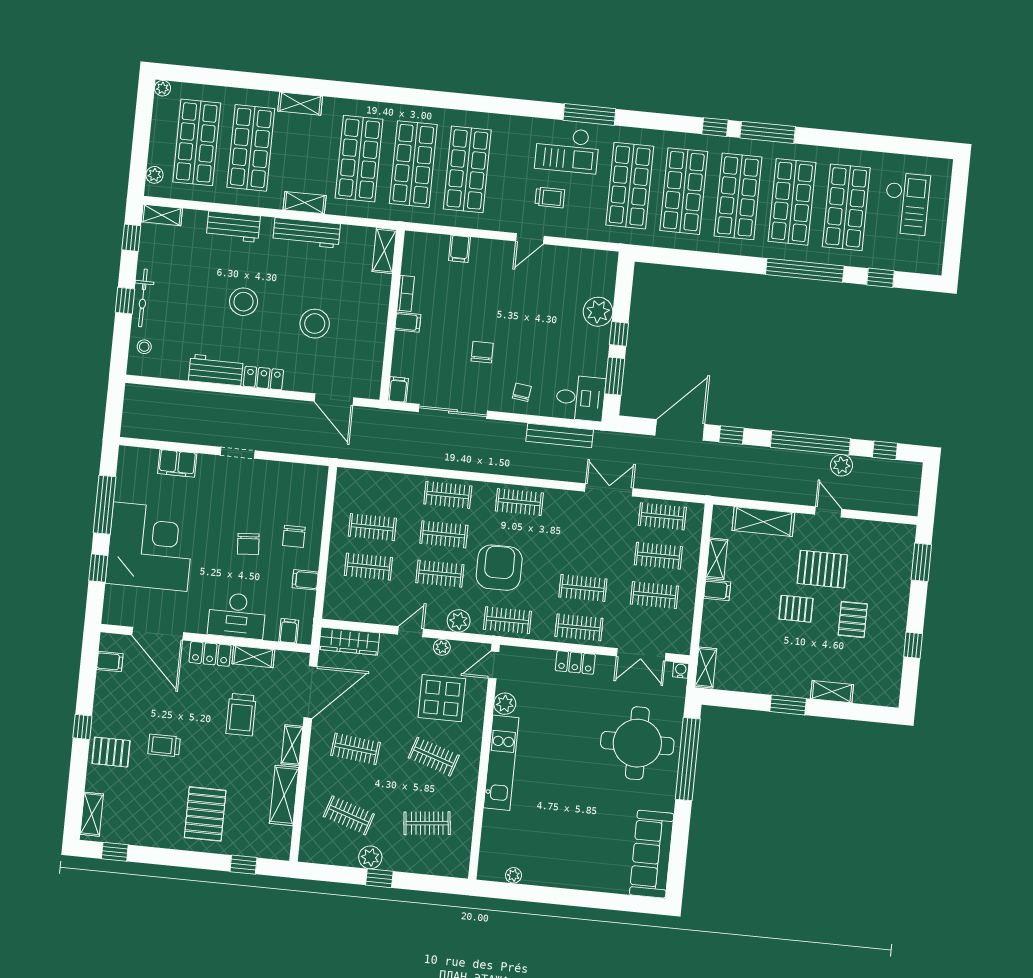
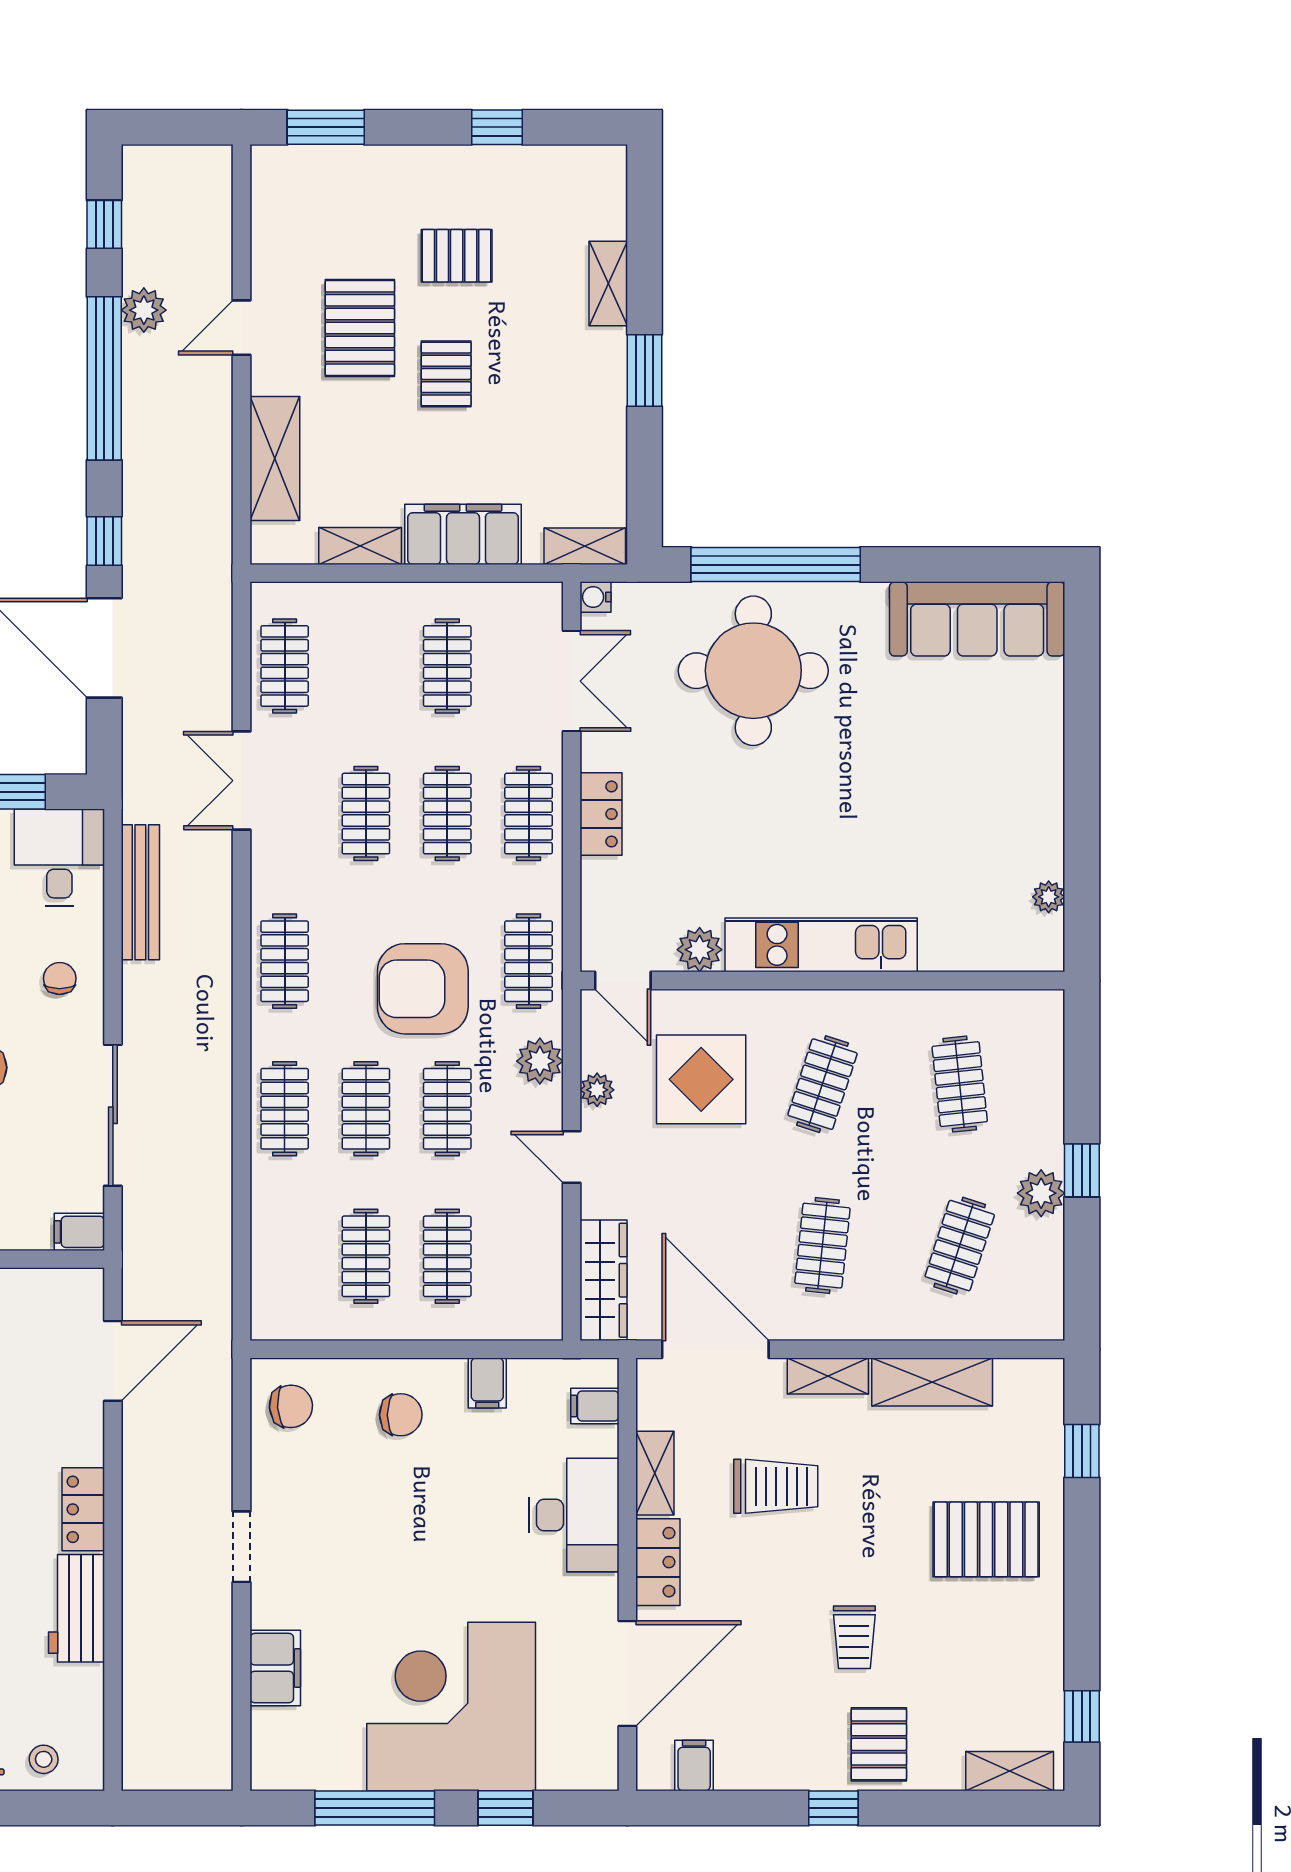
chair: (522, 392) -> (60, 978), turned 82
chair: (248, 544) -> (291, 1406), moved
clothes rail: (658, 556) -> (366, 814), moved
filing cabinet: (717, 590) -> (463, 534), width x3.00, depth x1.17

